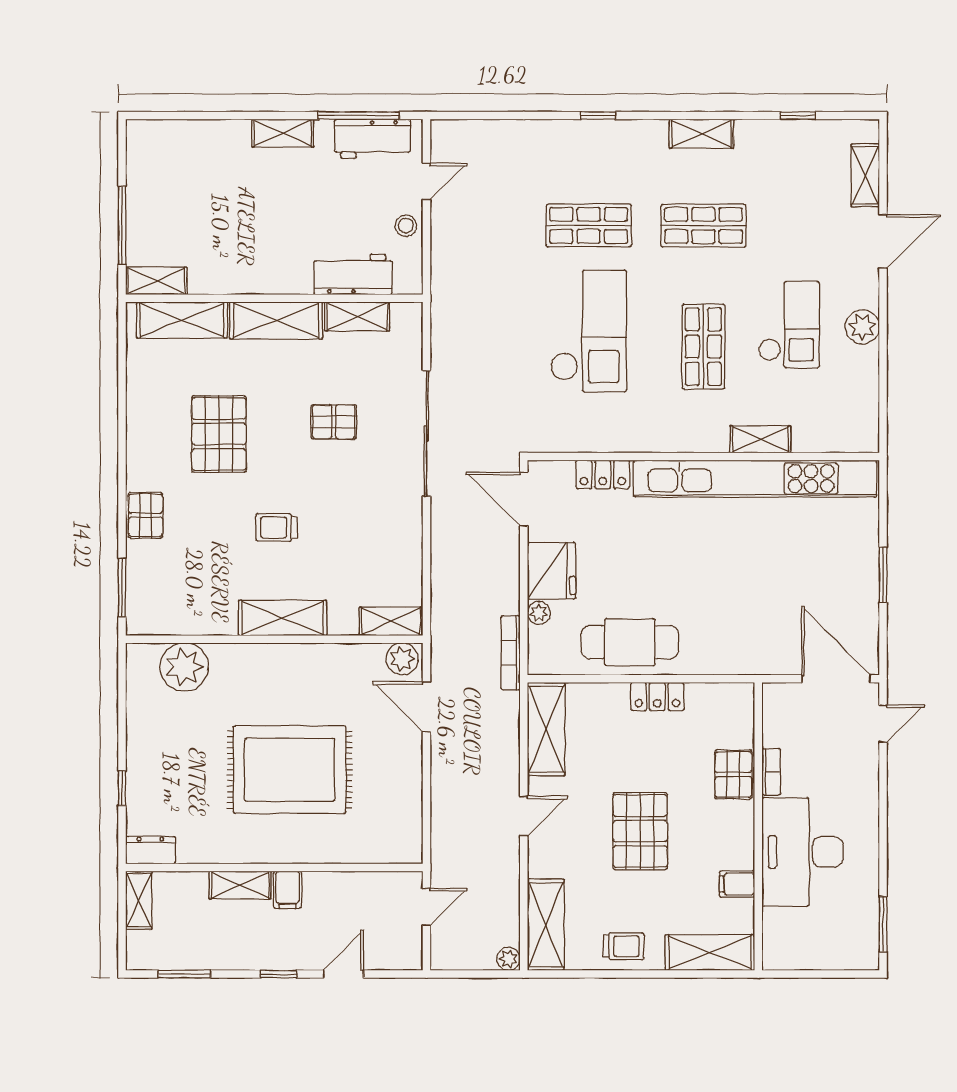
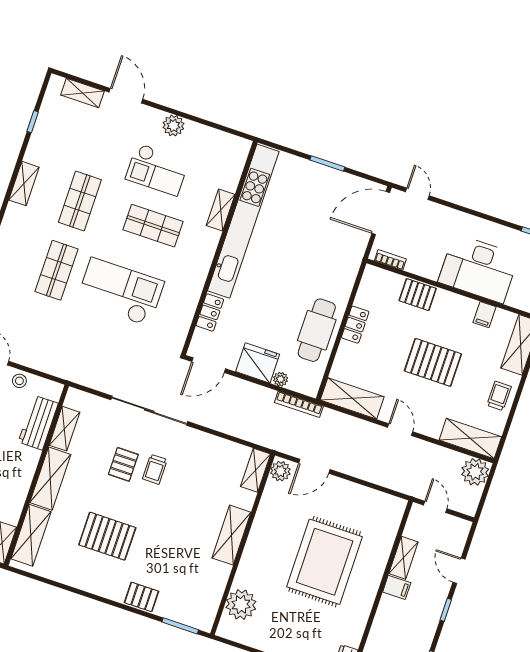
checkout: (789, 325) -> (157, 169), turned 180
trolley: (277, 527) -> (155, 469), moved
bookcase: (771, 772) -> (390, 260), moved
shelving: (240, 885) -> (403, 558), moved
plant: (509, 959) -> (475, 472), width x1.87, depth x1.87

